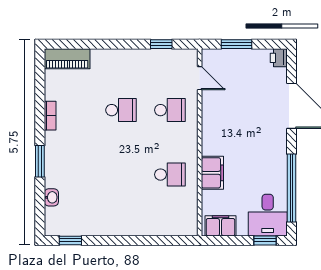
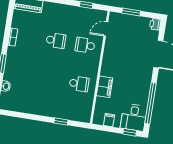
door: (200, 78) -> (106, 29), swing flipped
school desk: (170, 110) -> (85, 45), turned 180
filing cabinet: (221, 226) -> (109, 120), width x0.50
window: (70, 240) -> (61, 121), moved

